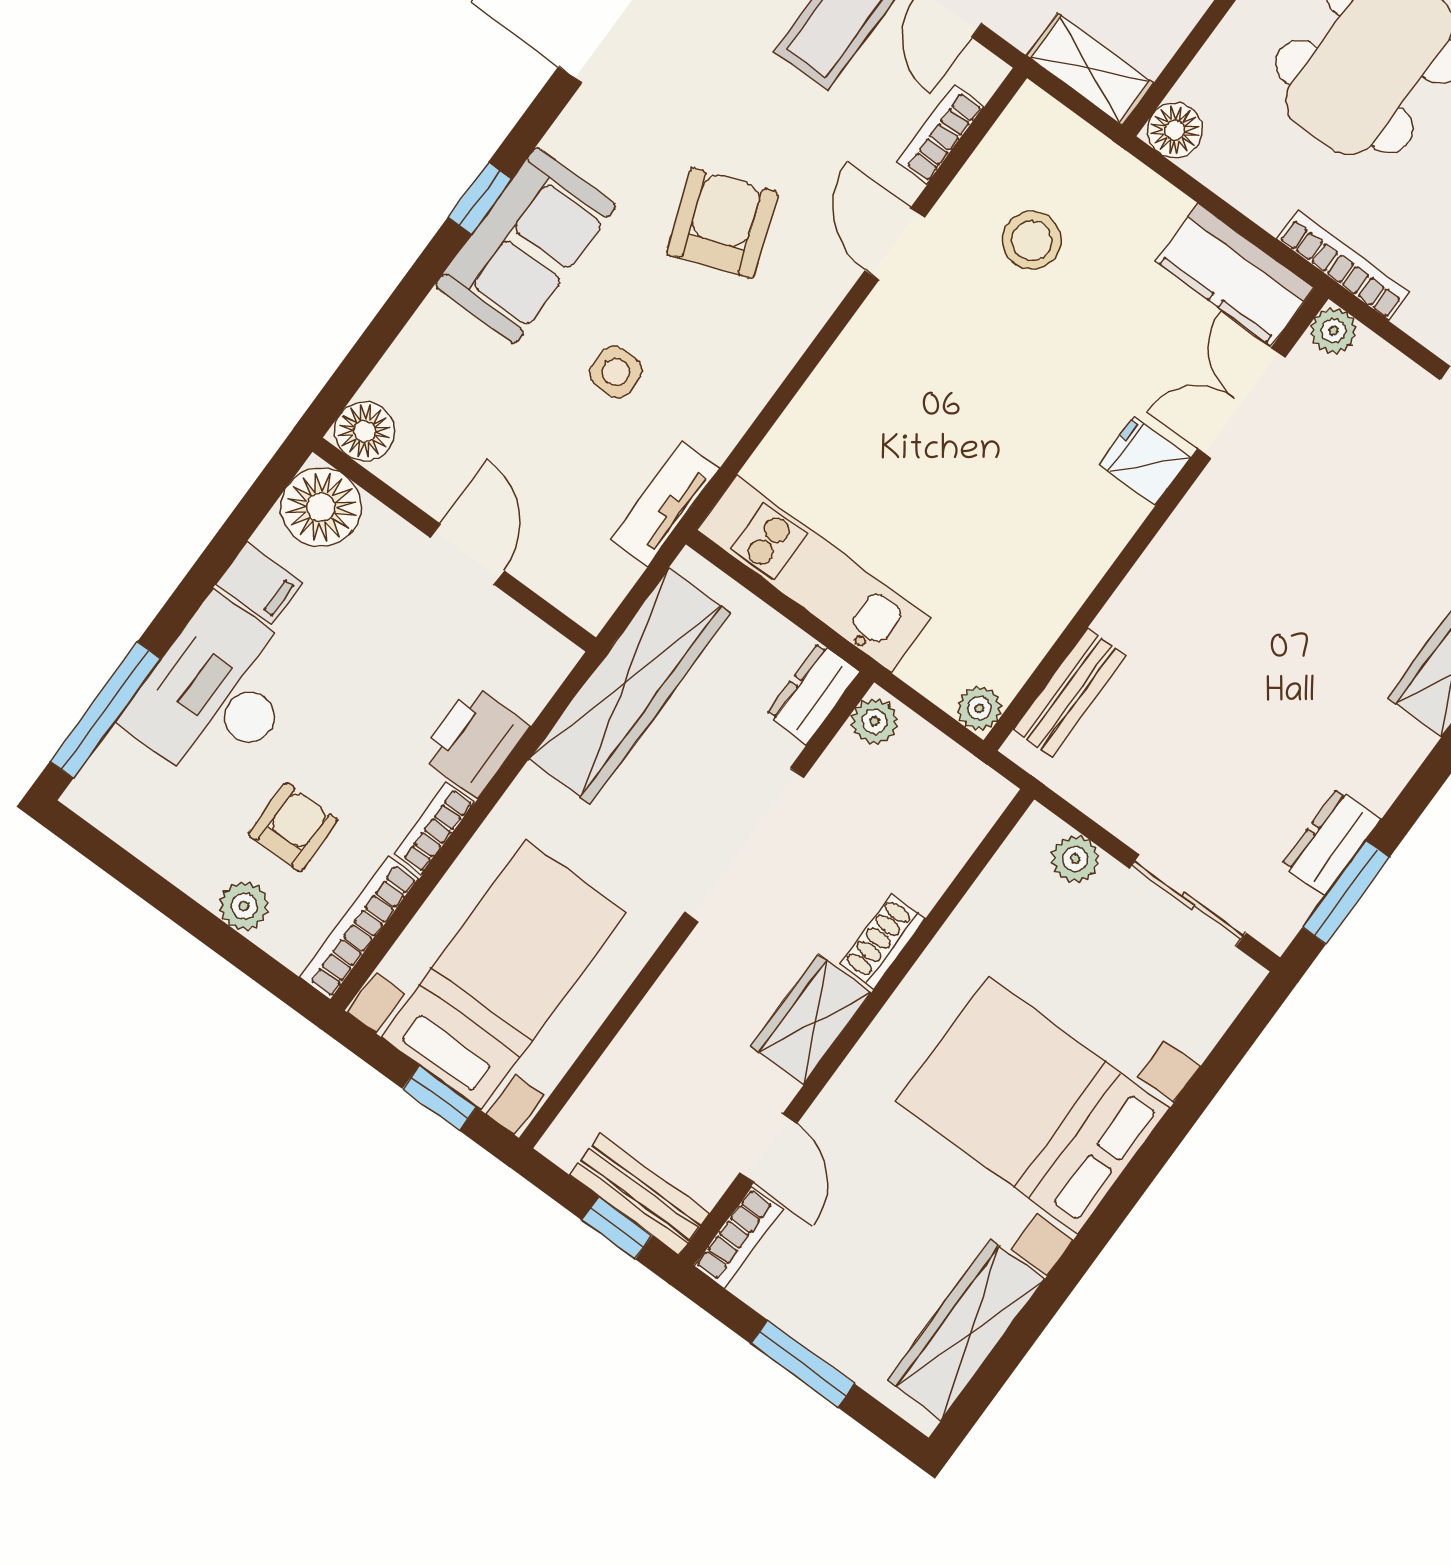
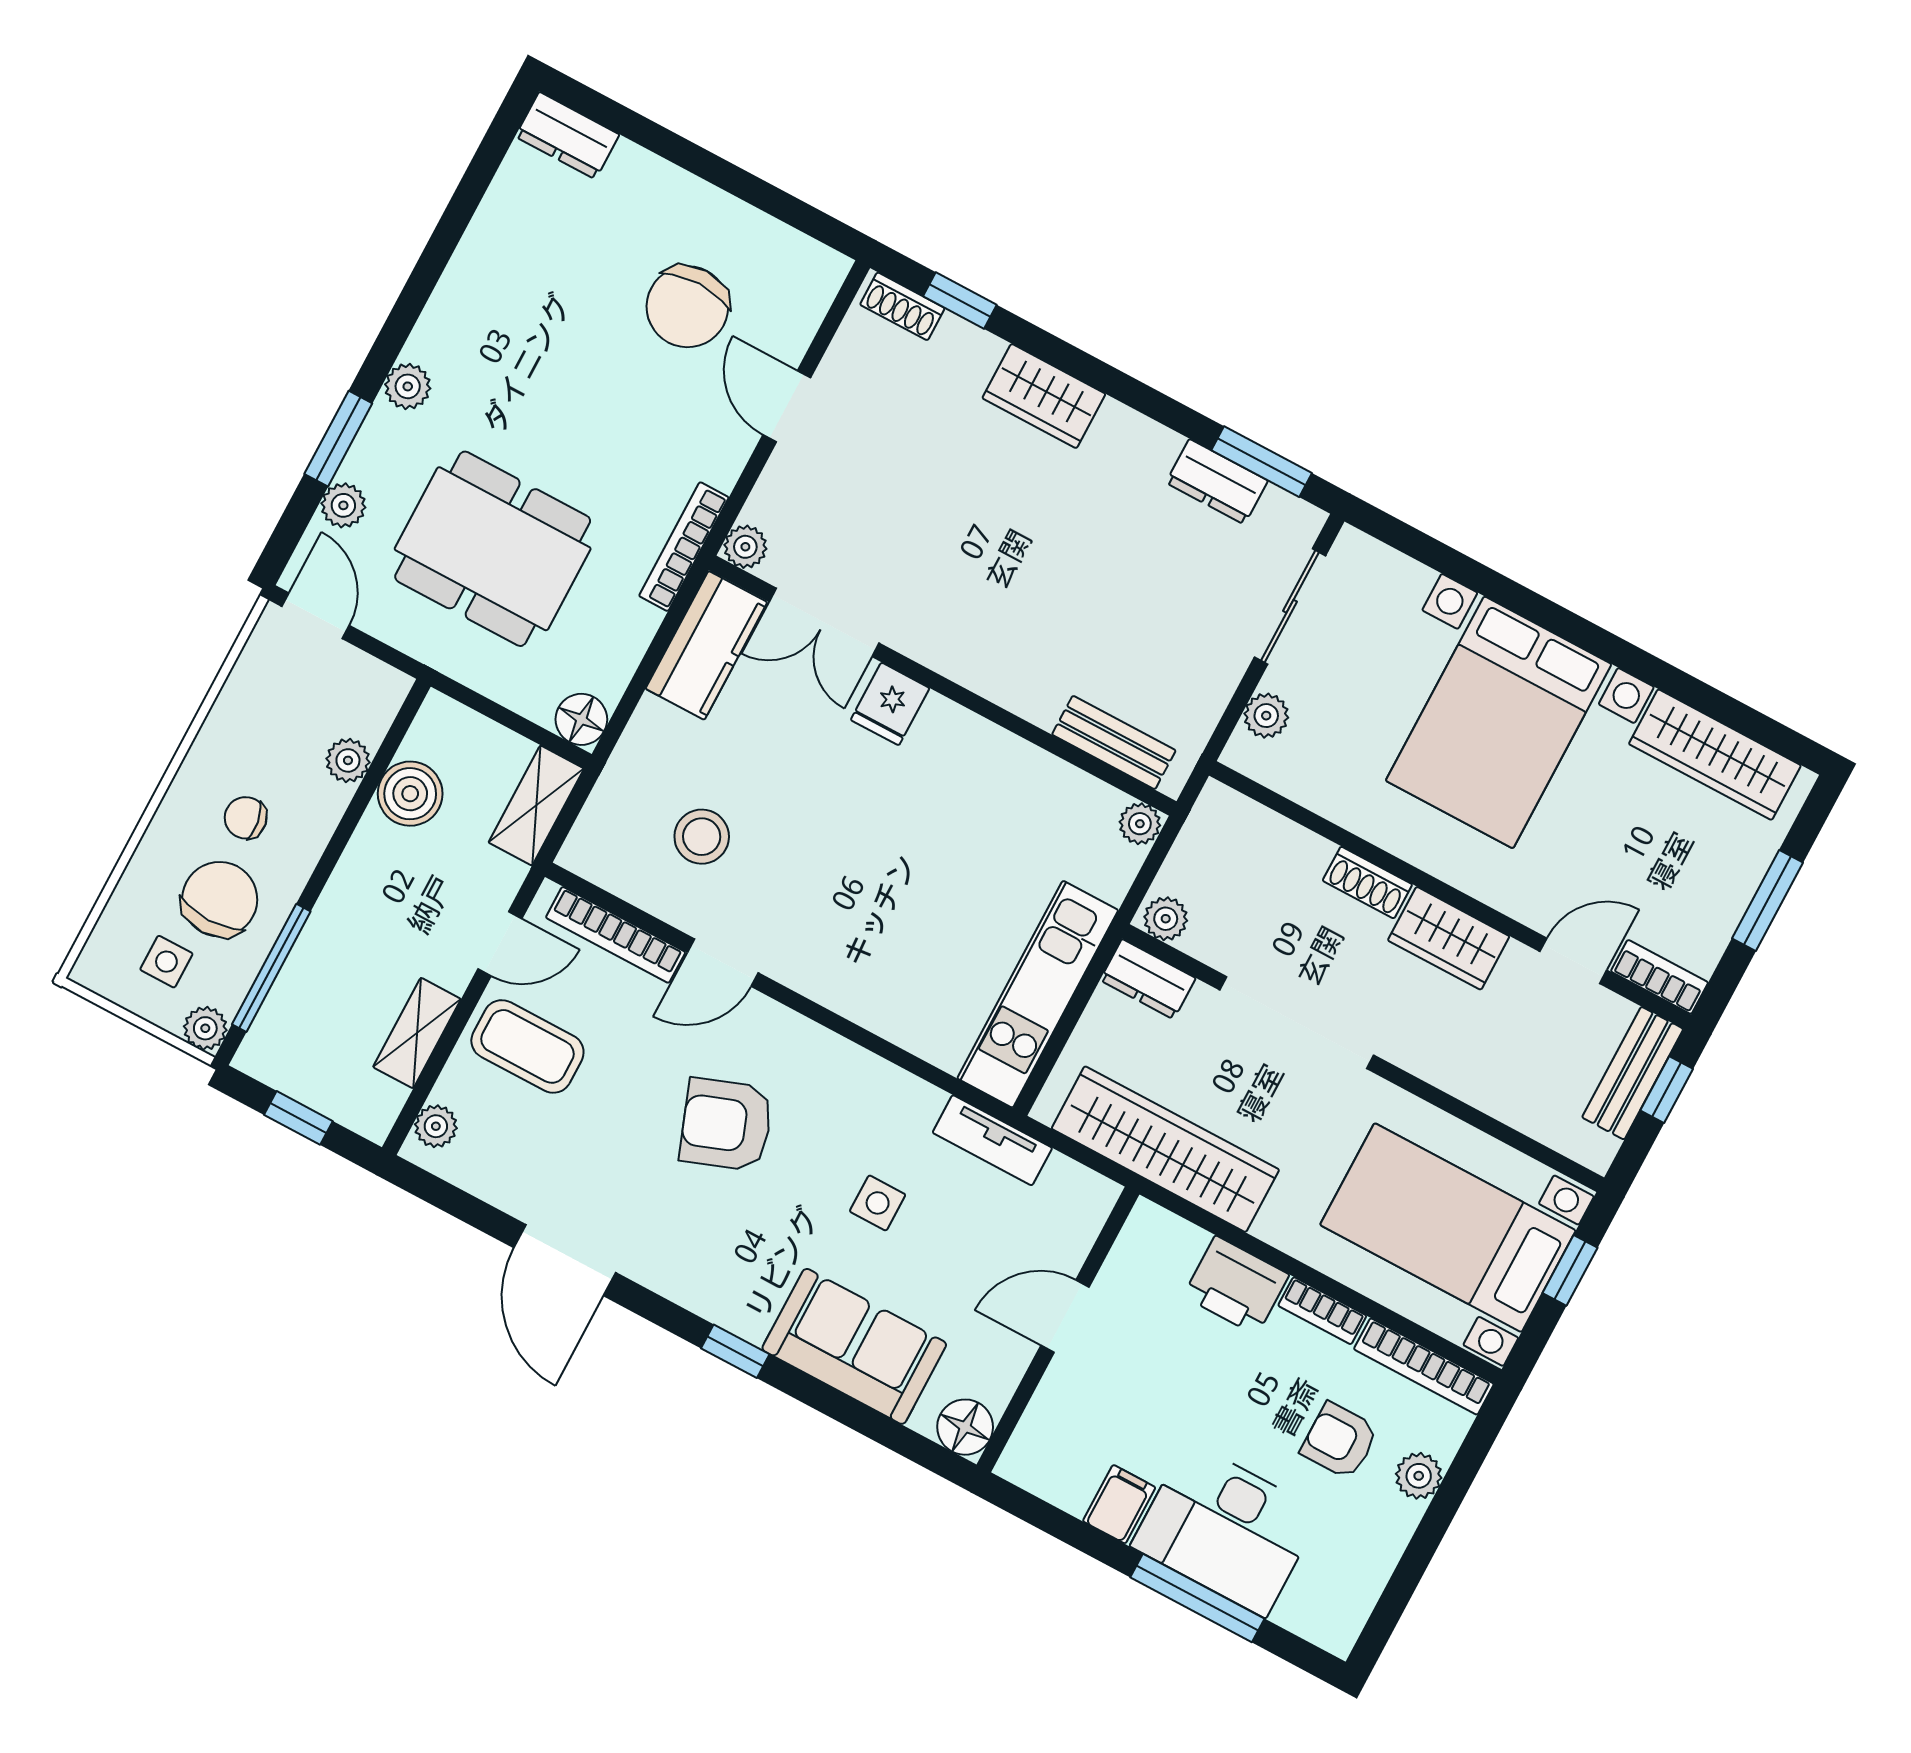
bookcase: (941, 134) -> (616, 935), width x1.56
sofa: (525, 246) -> (854, 1346), moved
floor lamp: (321, 507) -> (1041, 1457), removed
window: (105, 710) -> (1197, 1598), moved

